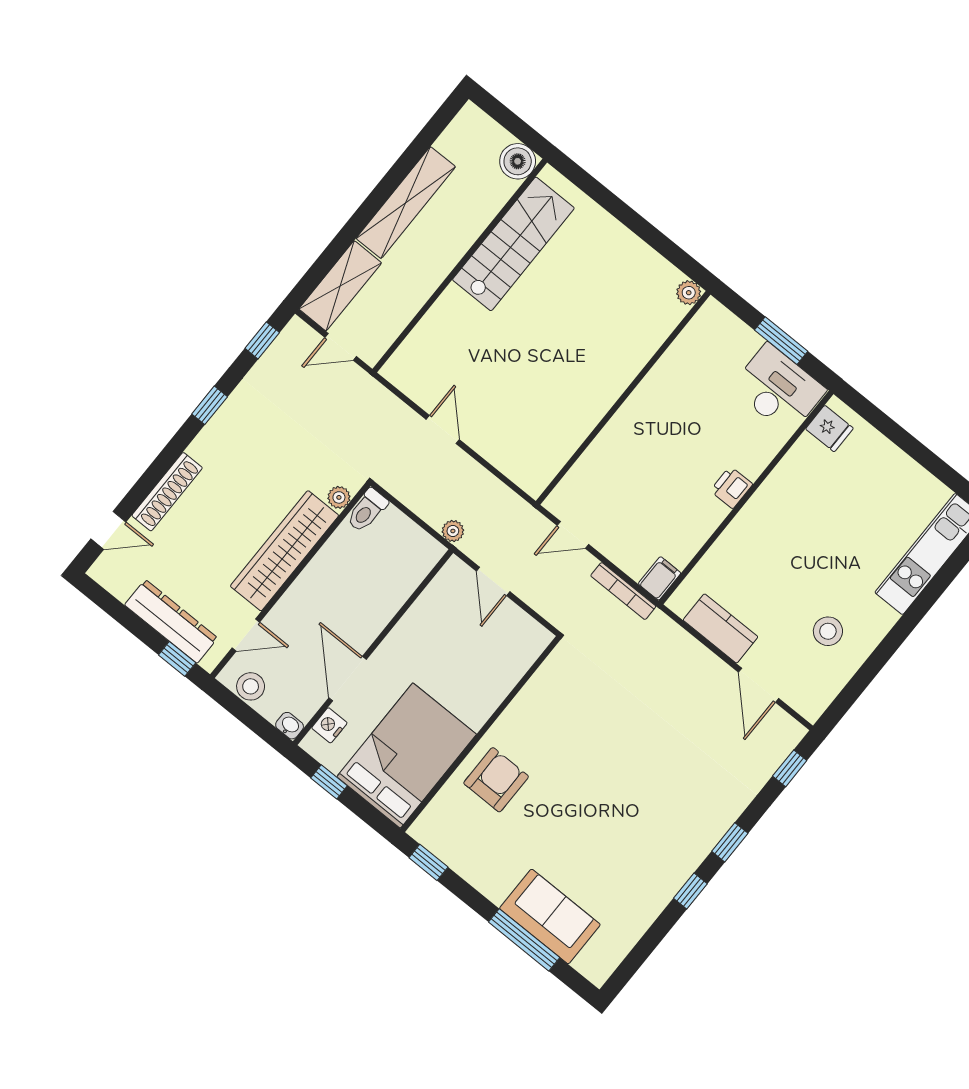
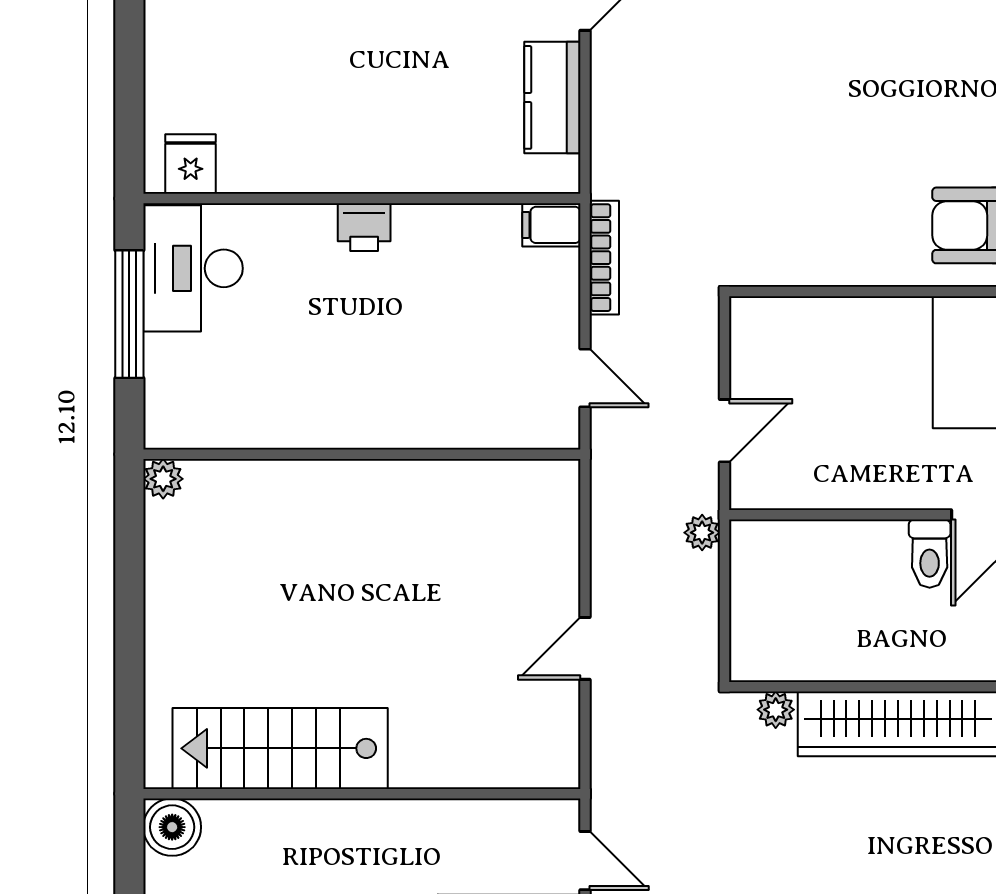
window: (781, 341) -> (129, 314), width x1.44
toilet: (367, 510) -> (930, 554), moved, turned 90

